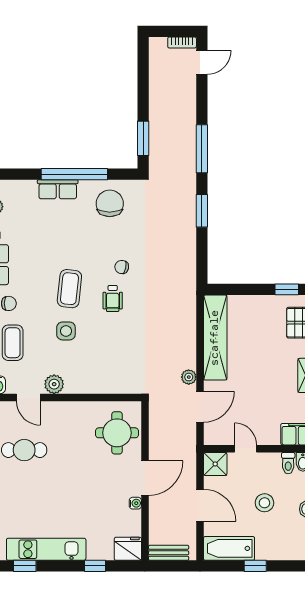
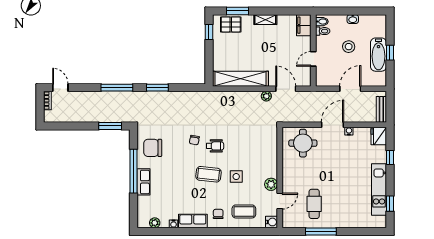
shower: (215, 464) -> (323, 79), removed
door: (145, 478) -> (333, 125), hinge flipped
bathtub: (229, 548) -> (379, 55), moved

